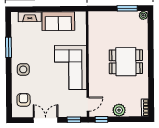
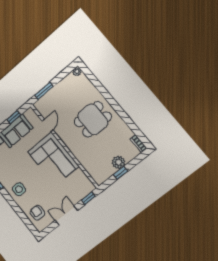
window: (127, 8) -> (44, 91), moved
window: (65, 9) -> (14, 117), added
door: (88, 104) -> (48, 125), moved
window: (102, 119) -> (120, 173), moved

